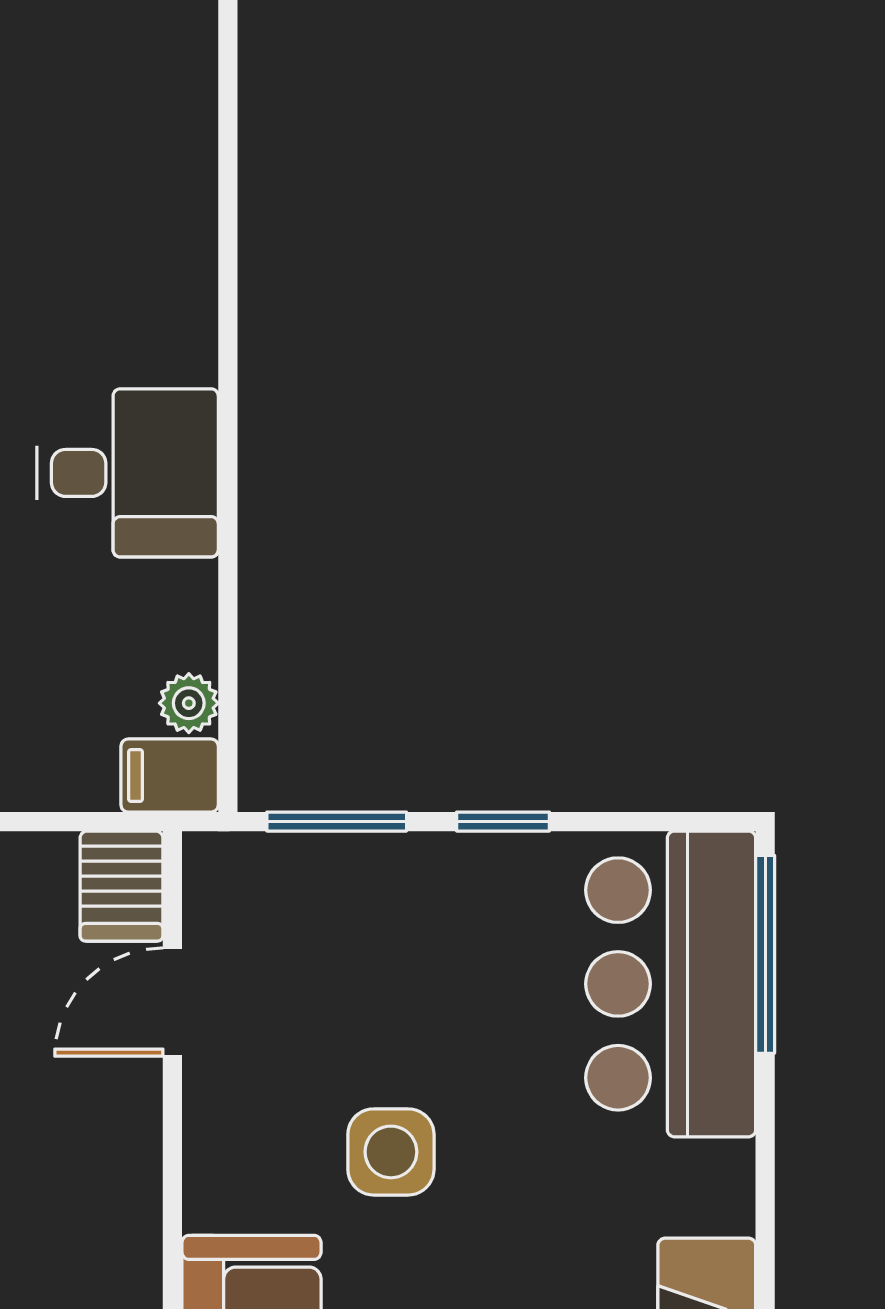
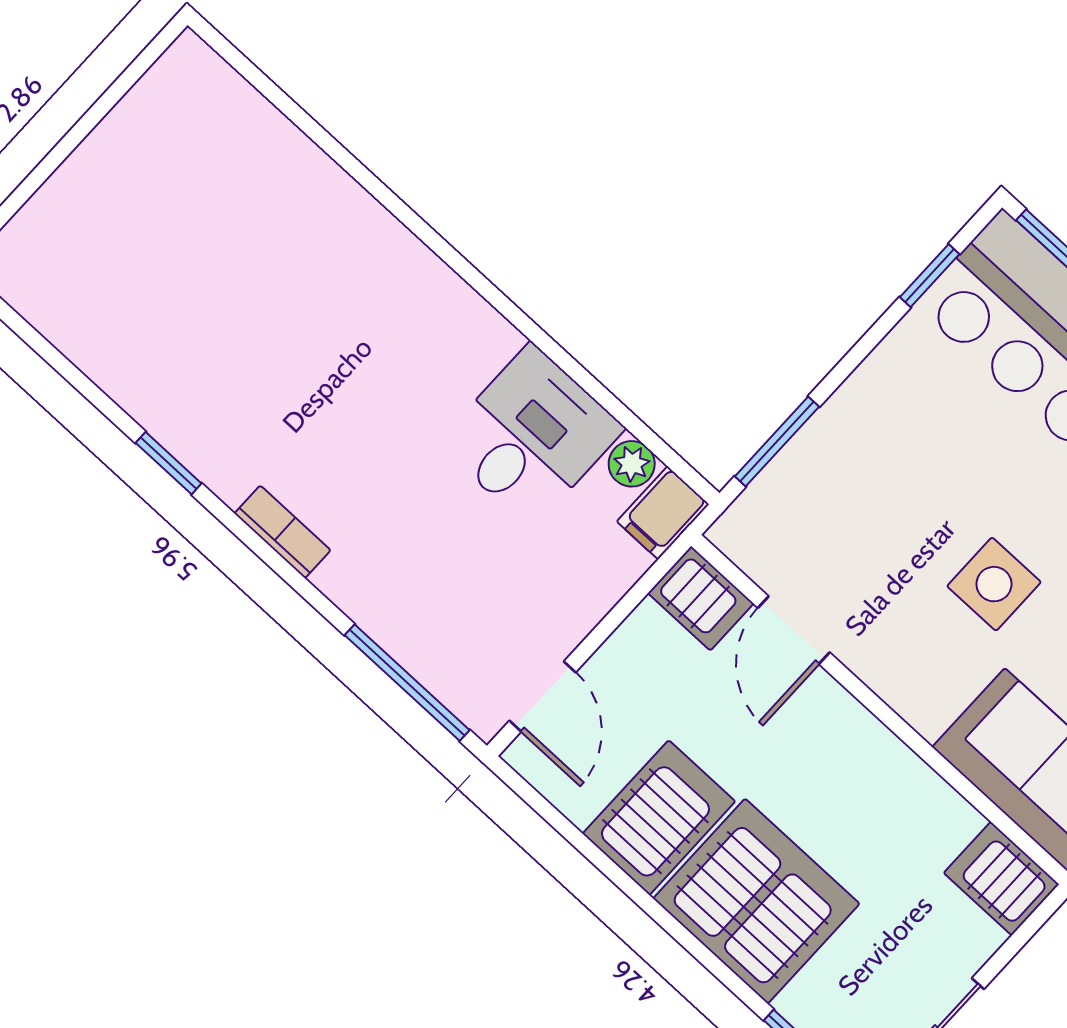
desk: (128, 473) -> (531, 436), moved
window: (503, 822) -> (930, 276), moved

